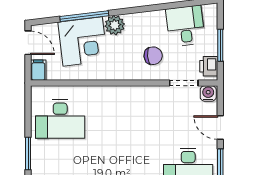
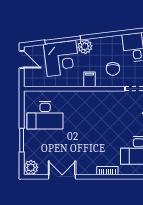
chair: (153, 56) -> (113, 69), turned 95
filing cabinet: (38, 70) -> (89, 79), moved

